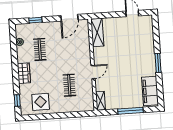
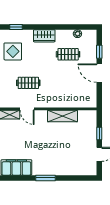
window: (113, 15) -> (99, 134), added
door: (69, 18) -> (99, 73), moved
shelving: (97, 32) -> (62, 116), moved
door: (93, 72) -> (27, 109), moved

